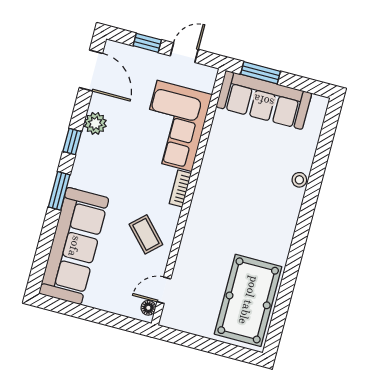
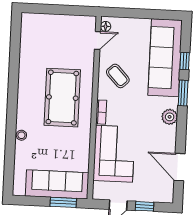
door: (91, 70) -> (179, 167), moved
plant: (95, 123) -> (170, 117), moved
window: (72, 142) -> (185, 61), moved
pool table: (248, 300) -> (62, 98), moved

